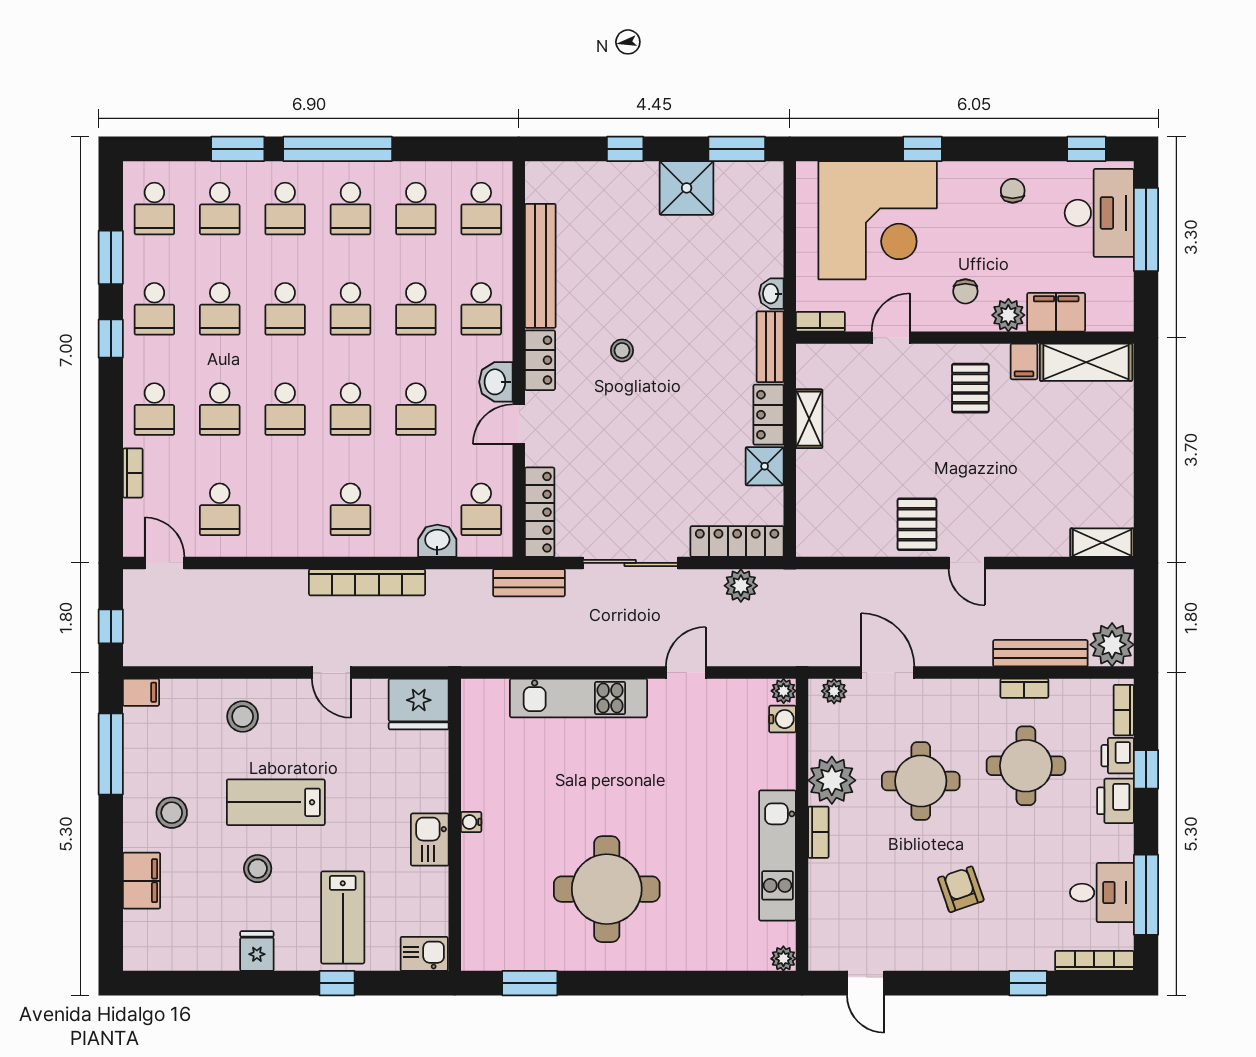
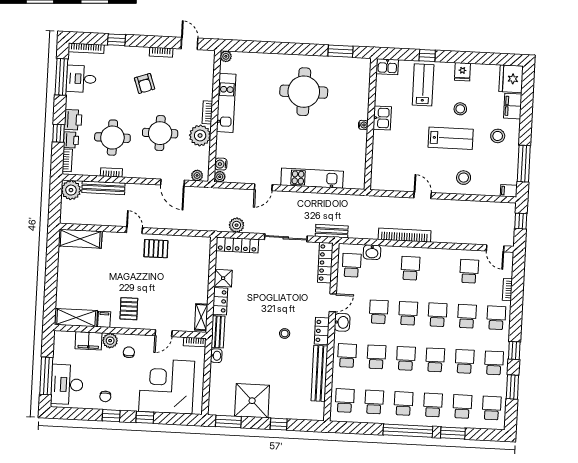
window: (1087, 149) -> (111, 416), moved
shower: (687, 188) -> (252, 401), width x1.37, depth x1.37
shelving: (809, 419) -> (201, 317), moved
pallet: (917, 524) -> (156, 249), turned 90
shelving: (1102, 543) -> (80, 239), width x1.50, depth x1.33
fridge: (419, 704) -> (511, 79), moved, turned -90
bookcase: (928, 961) -> (161, 52), added

